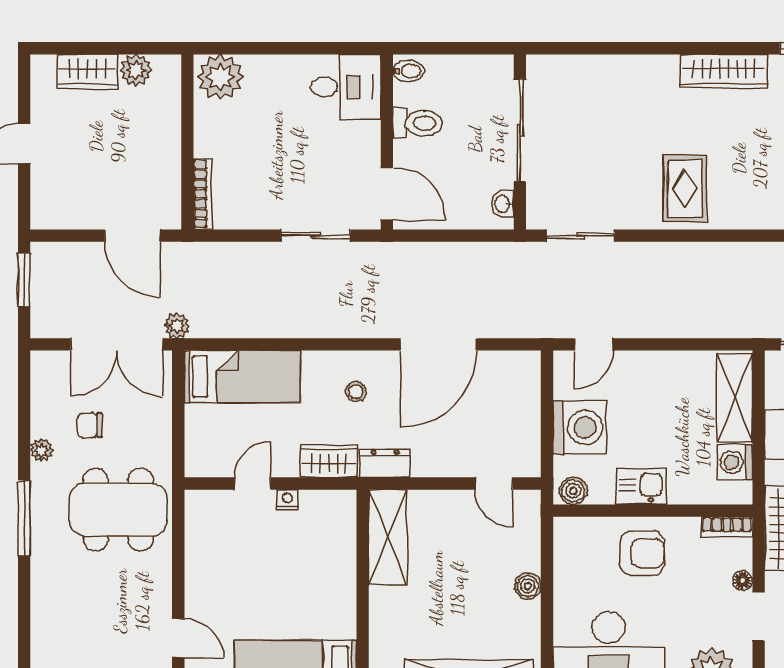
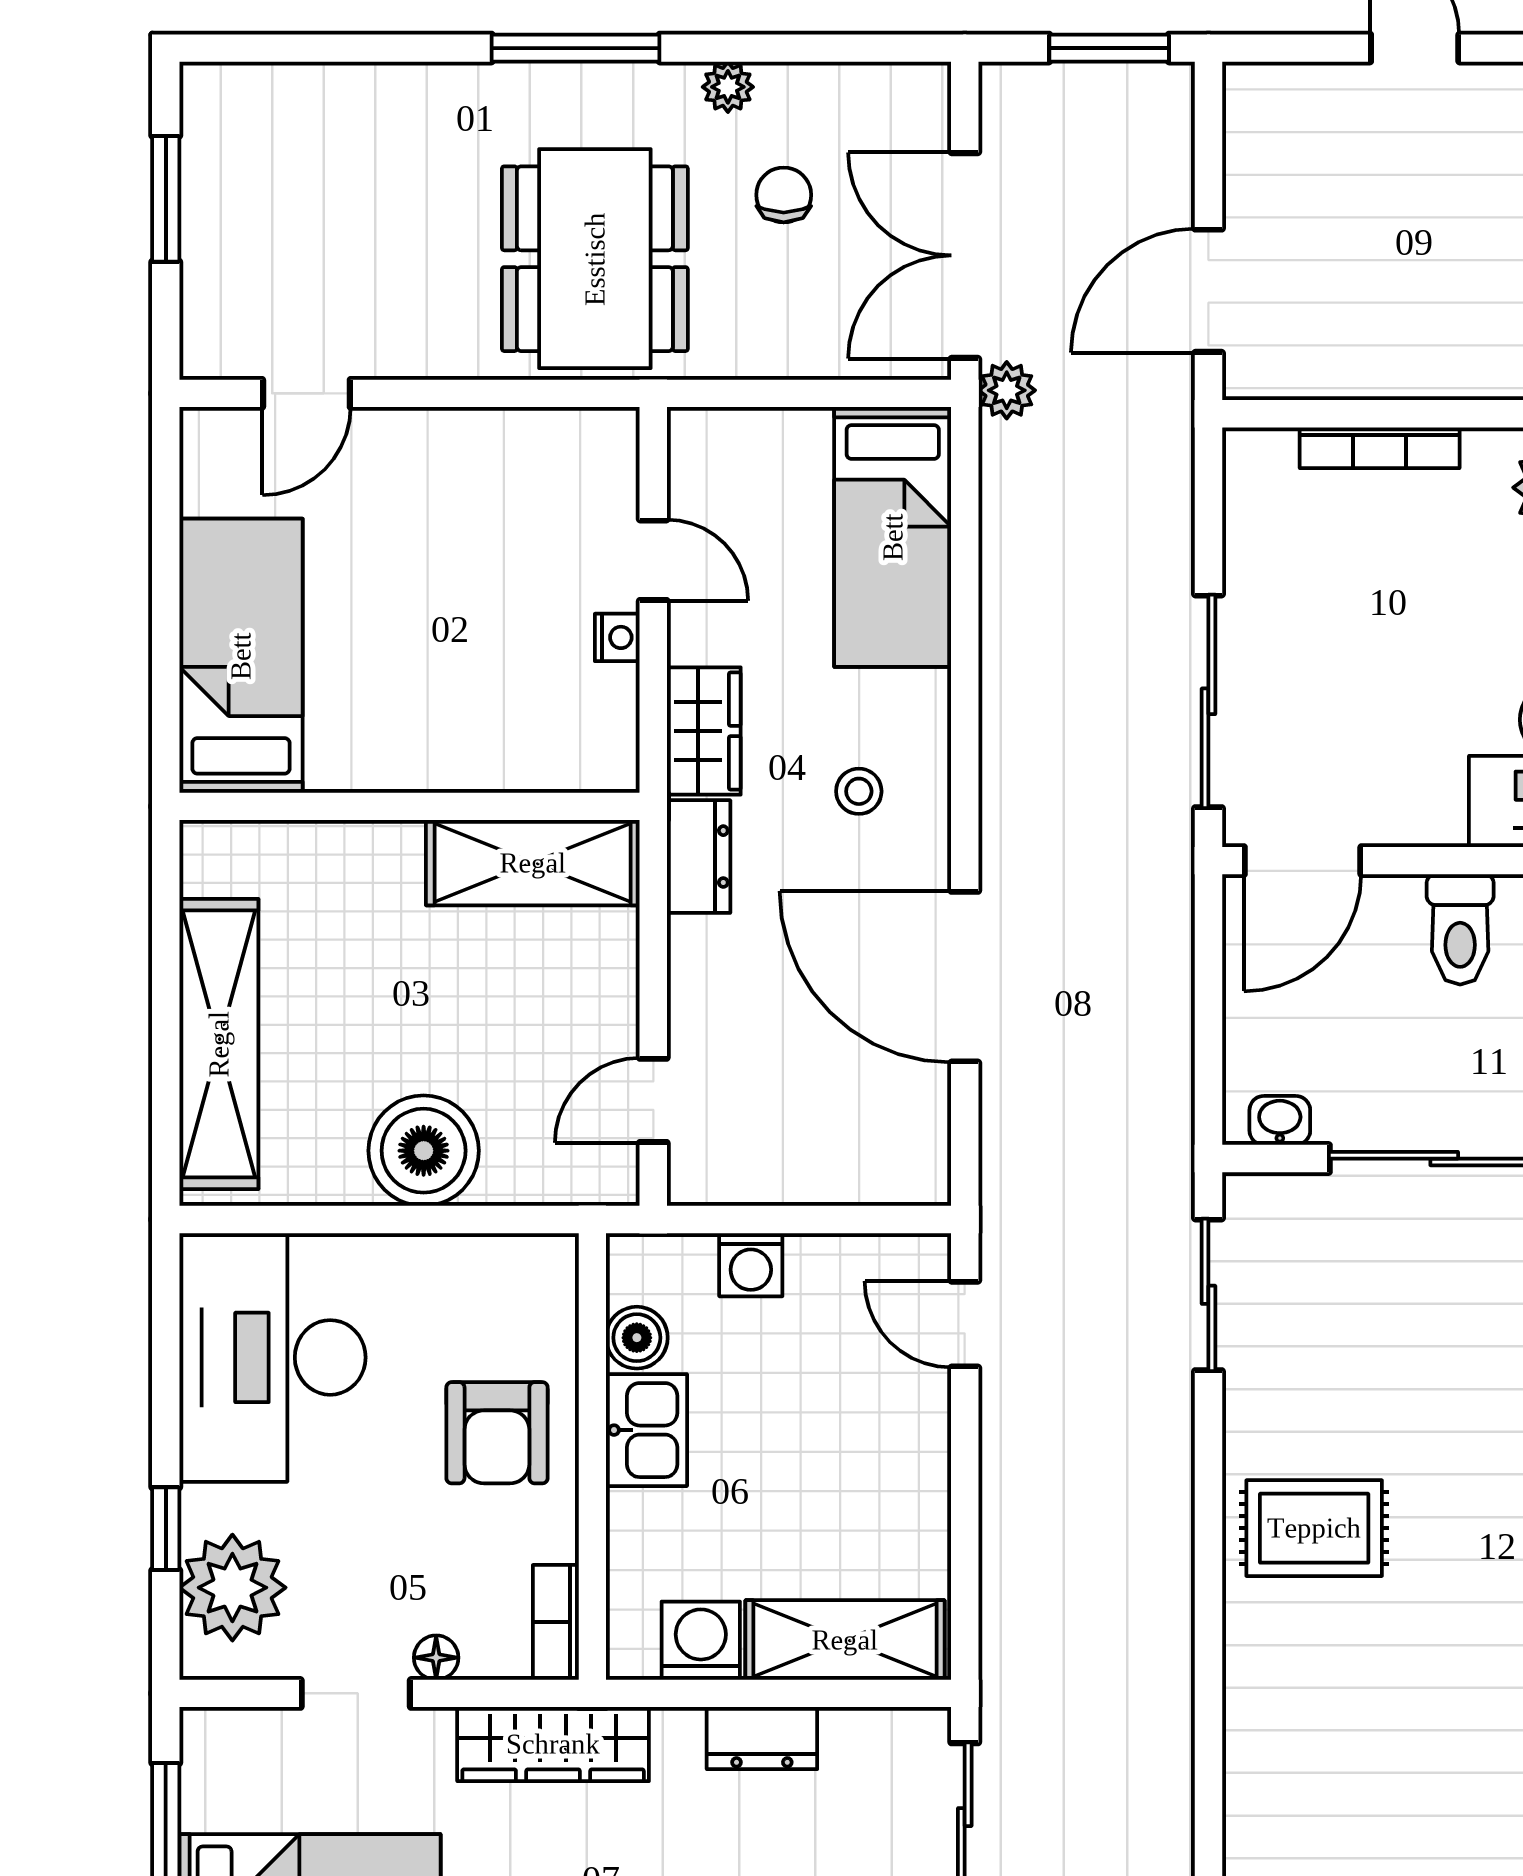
bookcase: (203, 194) -> (1380, 448), moved
sliding door: (316, 236) -> (1208, 701), width x1.37
washing machine: (580, 427) -> (751, 1265), width x0.53, depth x0.53
boiler: (573, 491) -> (637, 1338), moved
boiler: (528, 586) -> (424, 1151), width x1.86, depth x1.86

